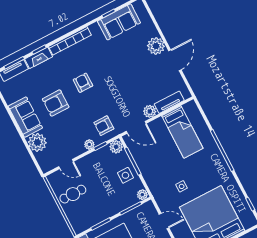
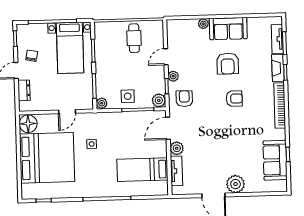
armchair: (56, 103) -> (228, 64), turned 180
plant: (37, 142) -> (203, 24), width x0.53, depth x0.53
door: (66, 164) -> (166, 57), moved

